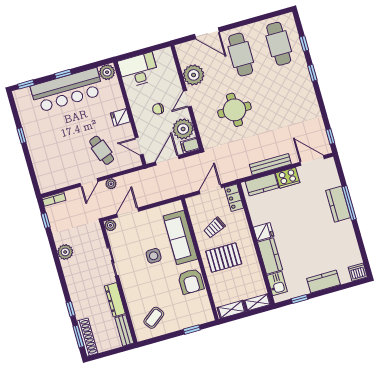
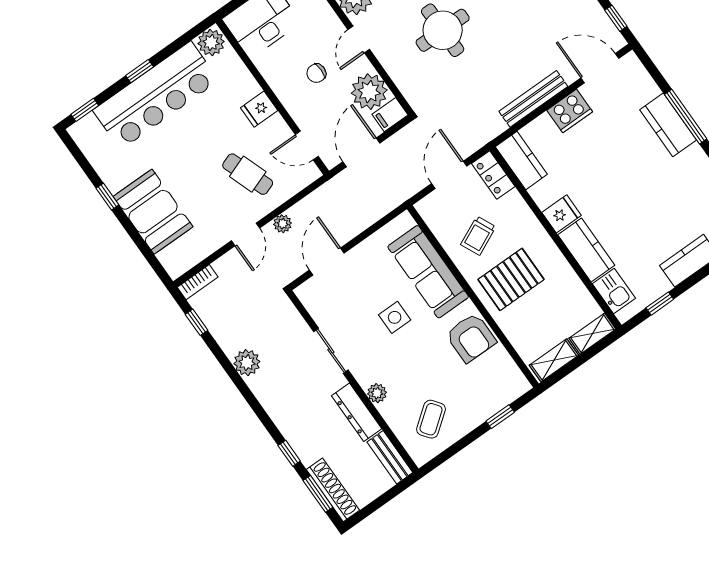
booth: (43, 152) -> (153, 212), added
kitchen counter: (262, 185) -> (521, 160), moved, turned -90
plant: (110, 225) -> (377, 393), moved

